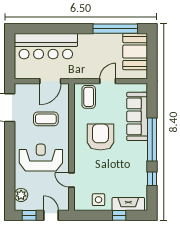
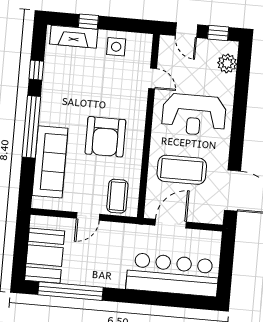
coffee table: (46, 119) -> (182, 170), width x1.36, depth x1.32

